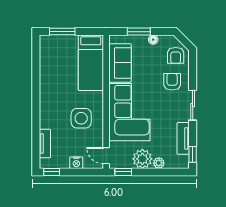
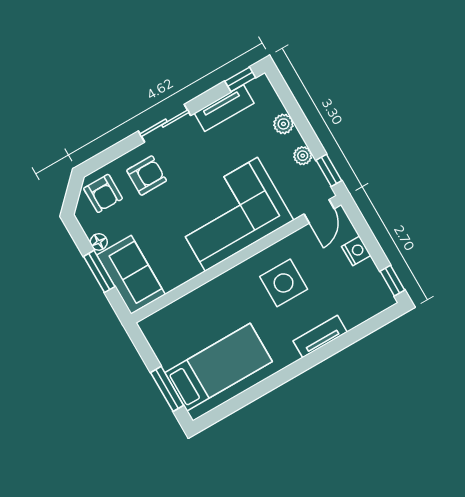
armchair: (176, 55) -> (103, 193), turned 90
bed: (91, 63) -> (218, 367), moved
sofa: (120, 63) -> (131, 275), moved, turned 90
armchair: (172, 82) -> (147, 176), turned 180
tv unit: (45, 144) -> (320, 336), moved
plant: (142, 159) -> (303, 156), width x0.53, depth x0.53

